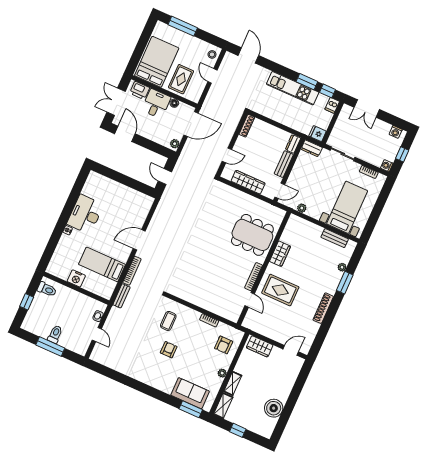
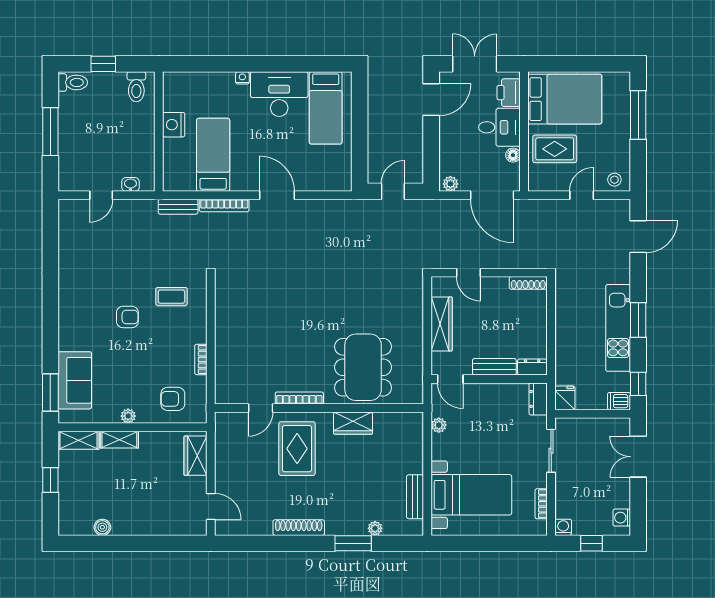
window: (307, 82) -> (638, 320), moved
bed: (104, 193) -> (326, 108), added
toilet: (55, 334) -> (73, 82), moved
boiler: (274, 408) -> (102, 527), width x0.54, depth x0.54

